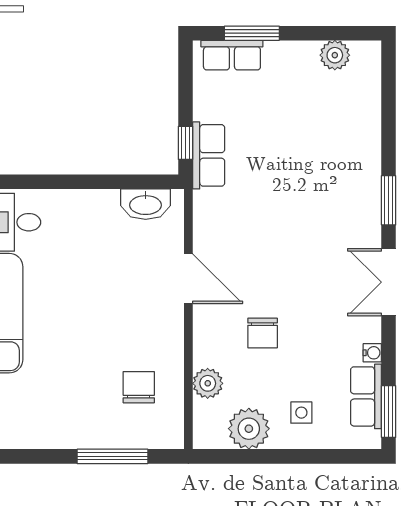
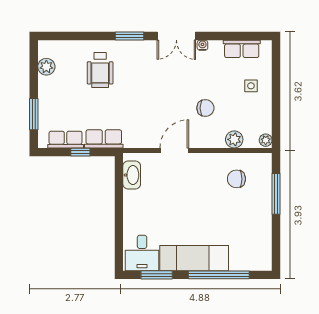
row of seats: (232, 55) -> (66, 140), moved, turned -90
window: (186, 143) -> (80, 152), moved
wheelchair: (329, 149) -> (100, 70), added
water cooler: (372, 353) -> (202, 45), moved
window: (389, 412) -> (250, 36), removed
plant: (249, 429) -> (266, 140), moved, width x0.53, depth x0.53

